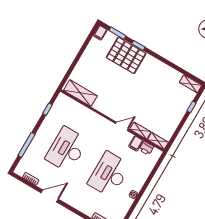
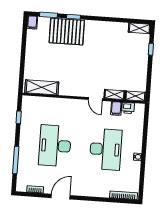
door: (122, 126) -> (95, 99), swing flipped
desk: (109, 174) -> (106, 149), turned 180

